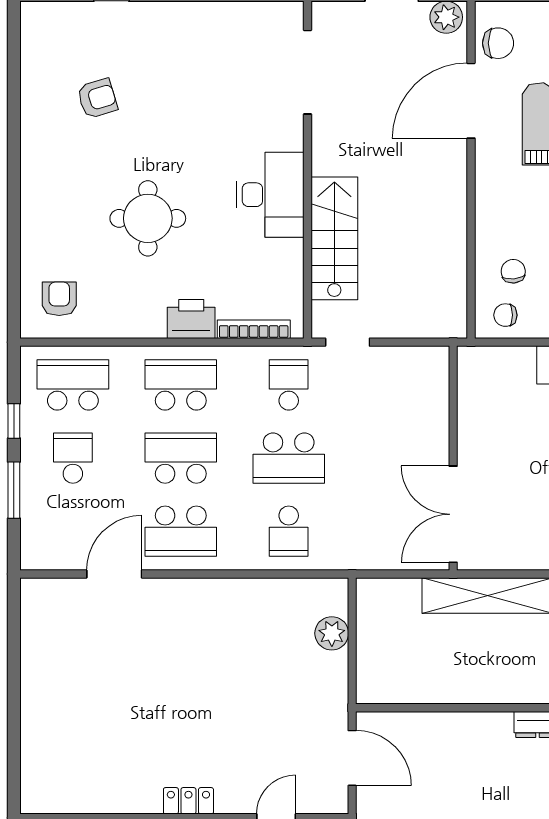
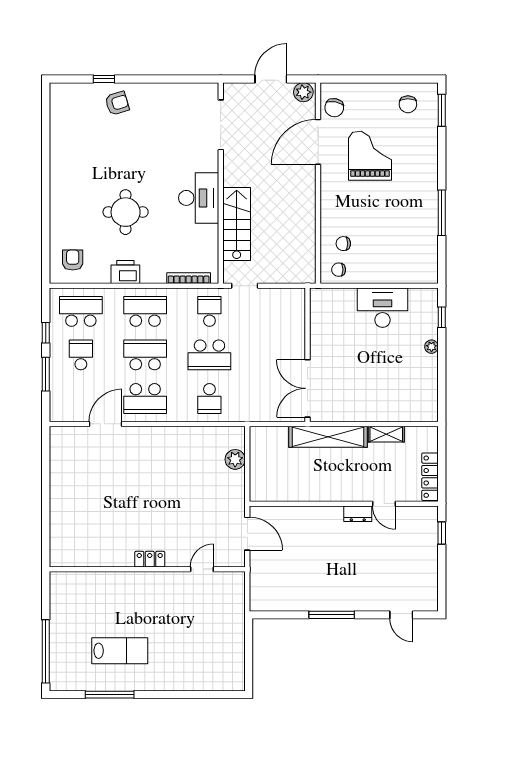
chair: (498, 43) -> (334, 108), turned 101
armchair: (97, 98) -> (117, 103), moved
chair: (513, 271) -> (343, 244), turned -85
printer: (191, 319) -> (125, 272), moved

